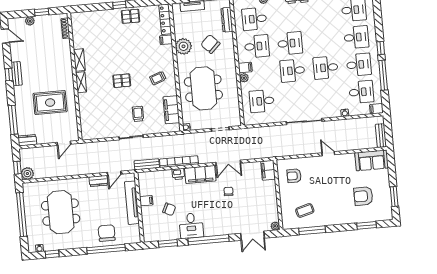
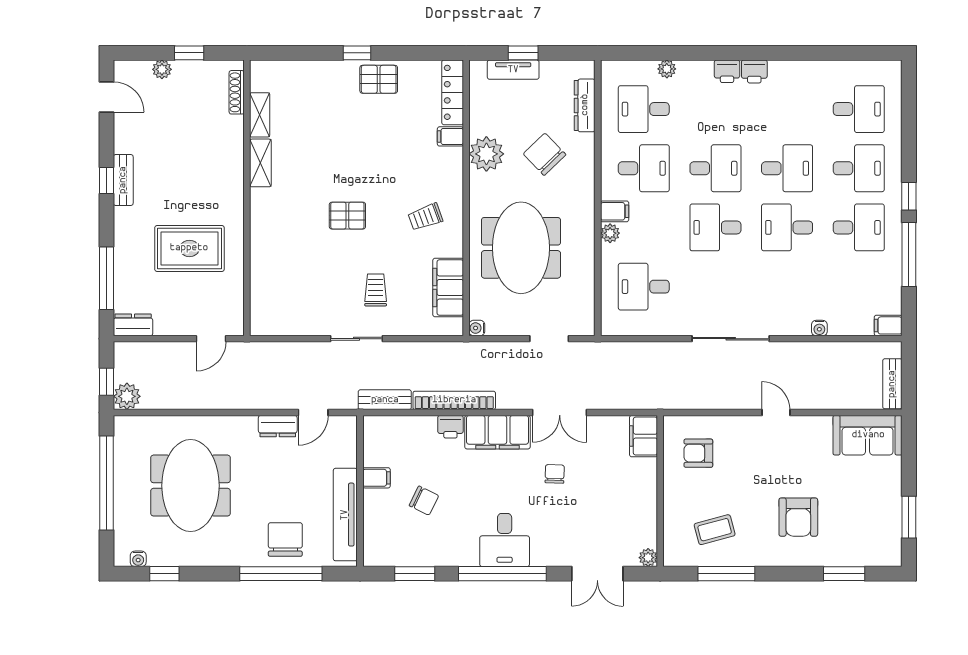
shelving: (81, 82) -> (260, 115), moved
desk: (361, 92) -> (787, 168), moved
armchair: (363, 196) -> (798, 517), moved, turned -90
tv unit: (132, 203) -> (345, 515), moved
desk: (191, 226) -> (505, 540), moved

